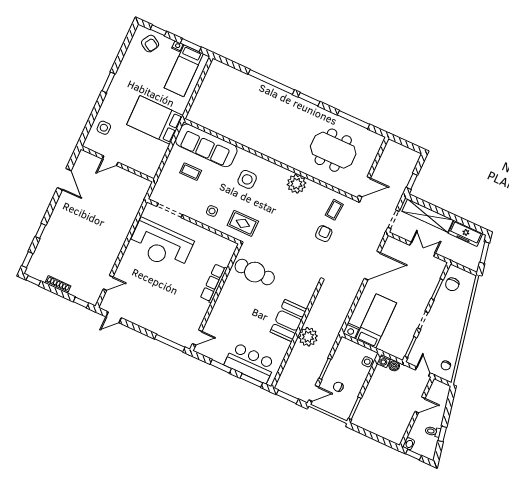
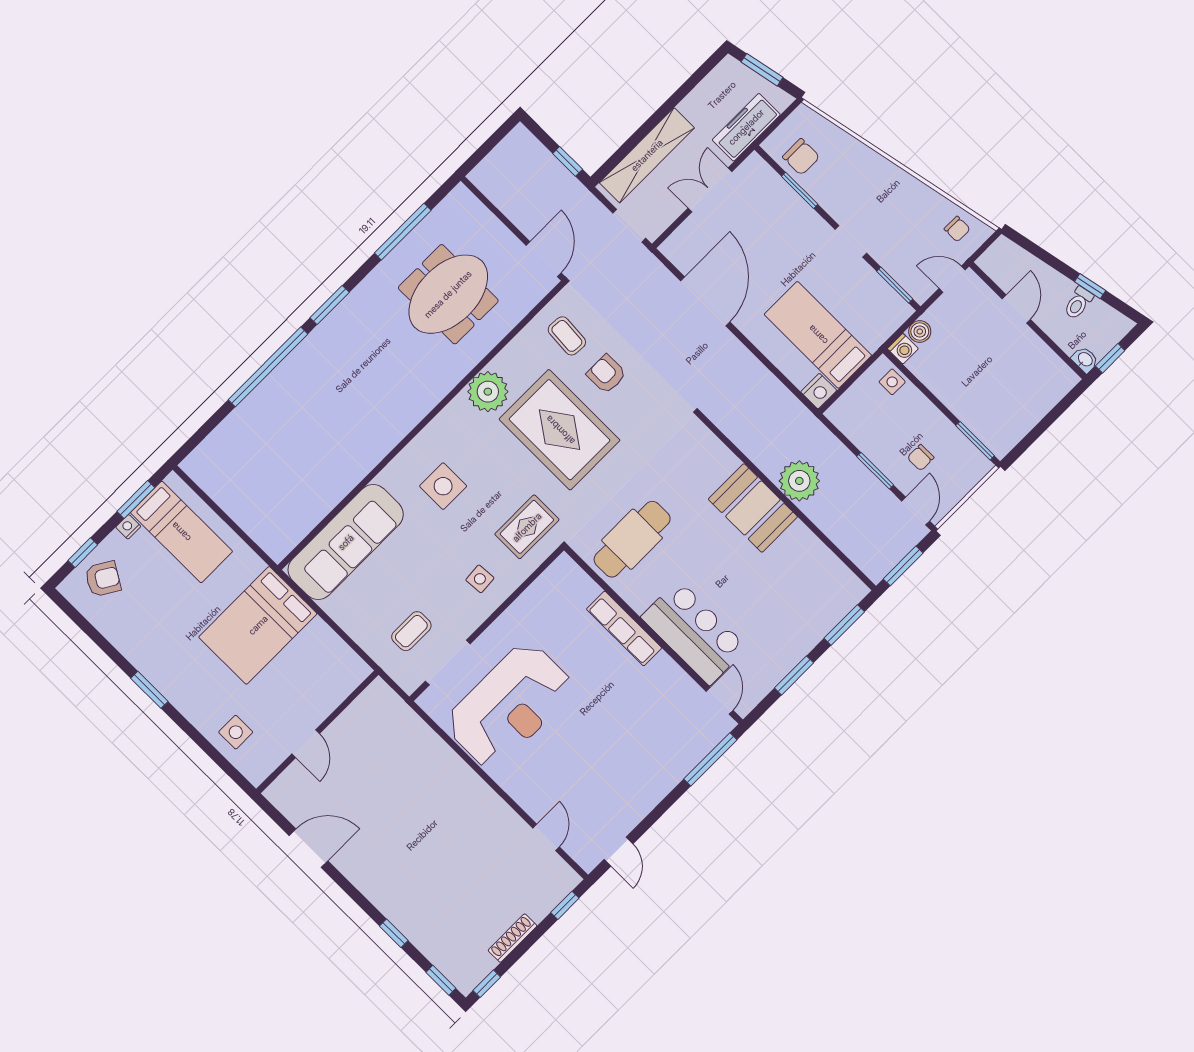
coffee table: (191, 172) -> (411, 631), moved
rug: (291, 222) -> (560, 430), added
freezer: (465, 233) -> (746, 127), moved, turned 180
bar counter: (250, 363) -> (694, 632), moved, turned 90

